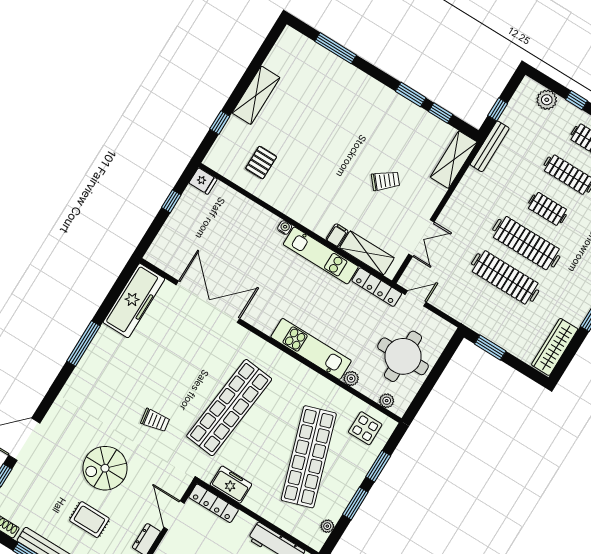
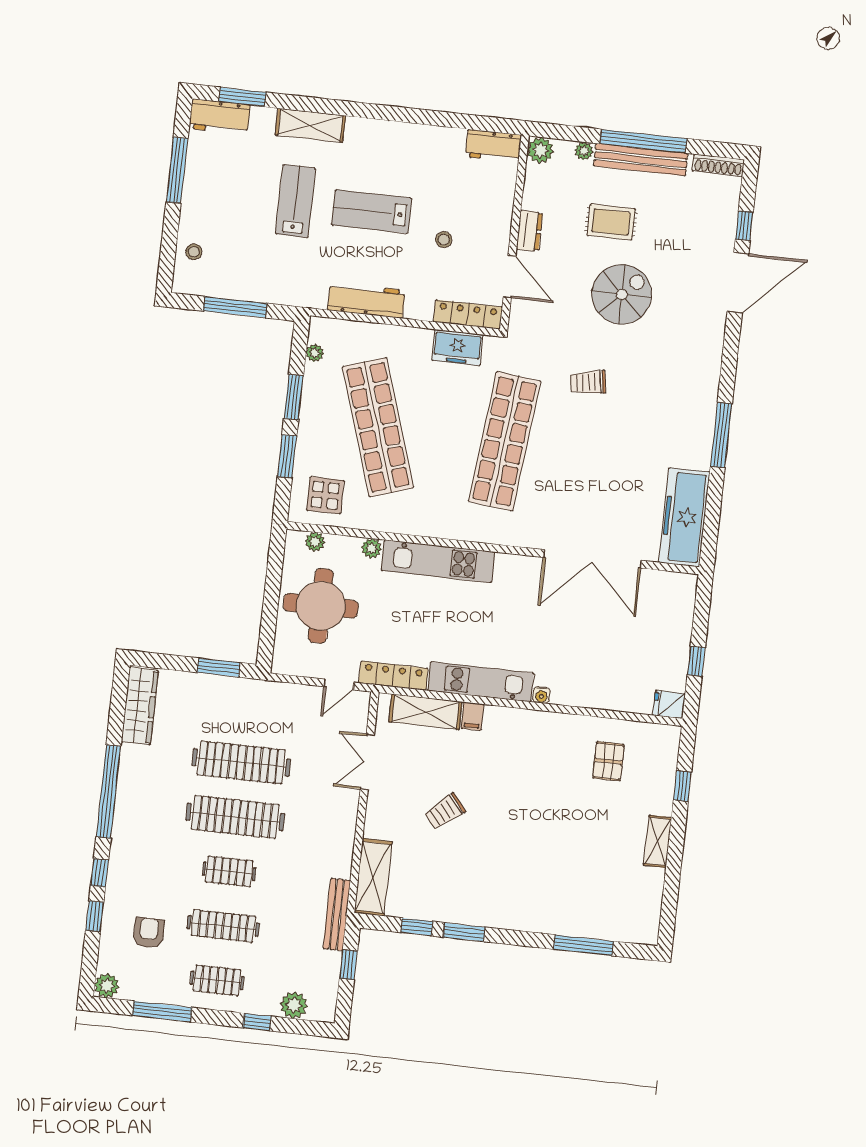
shelving: (256, 95) -> (658, 841), width x0.67, depth x0.75

